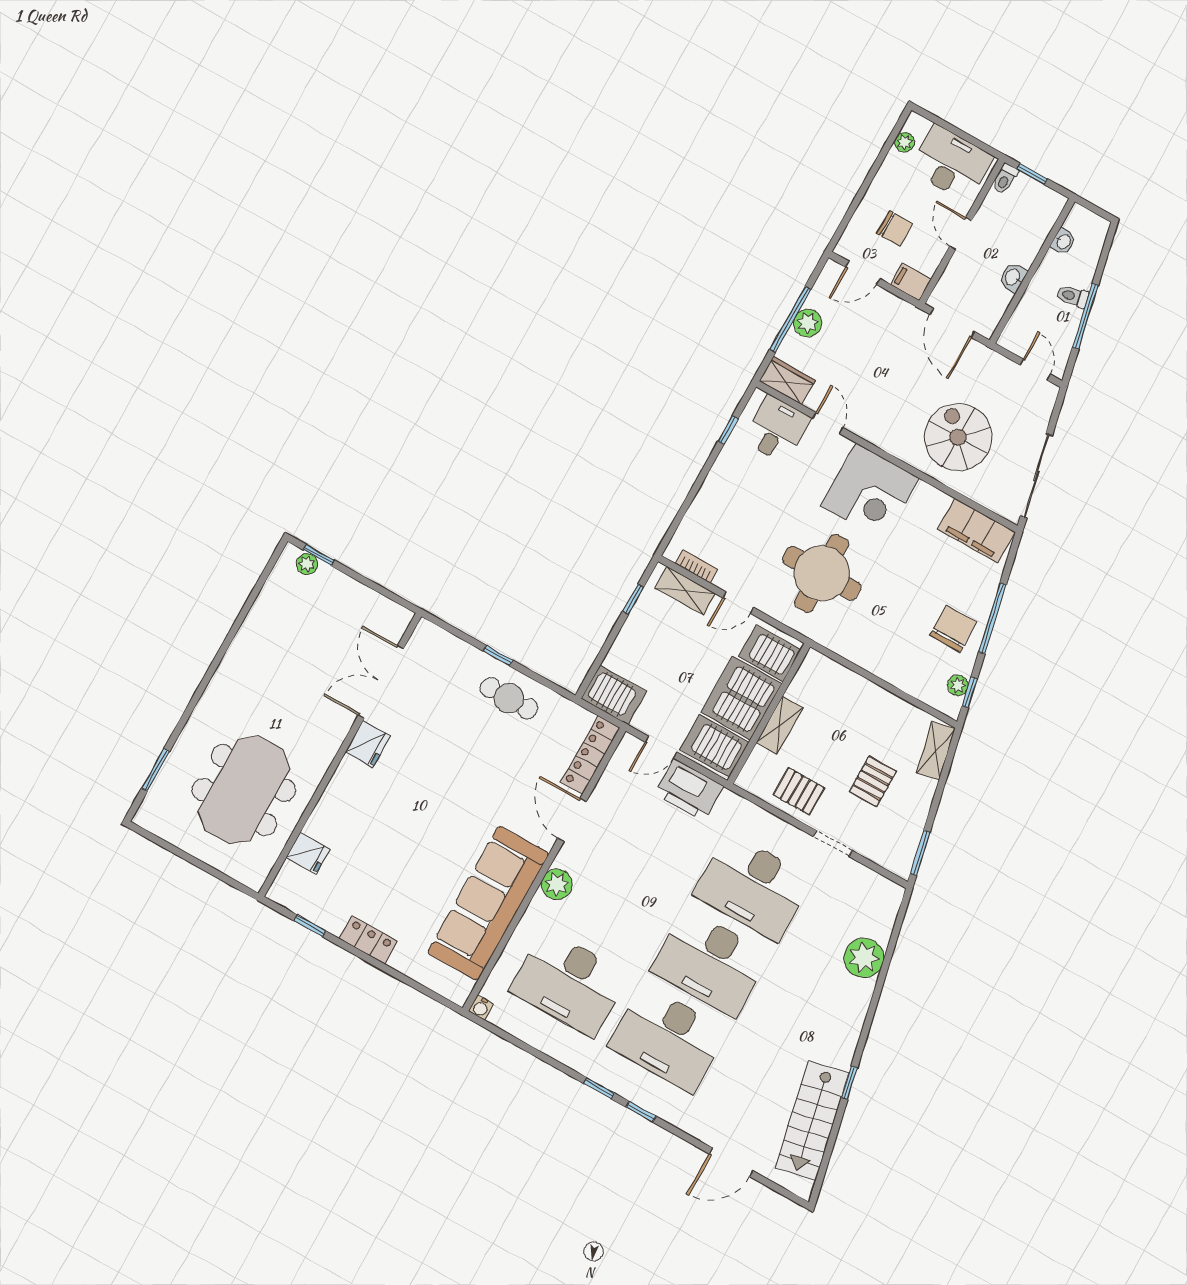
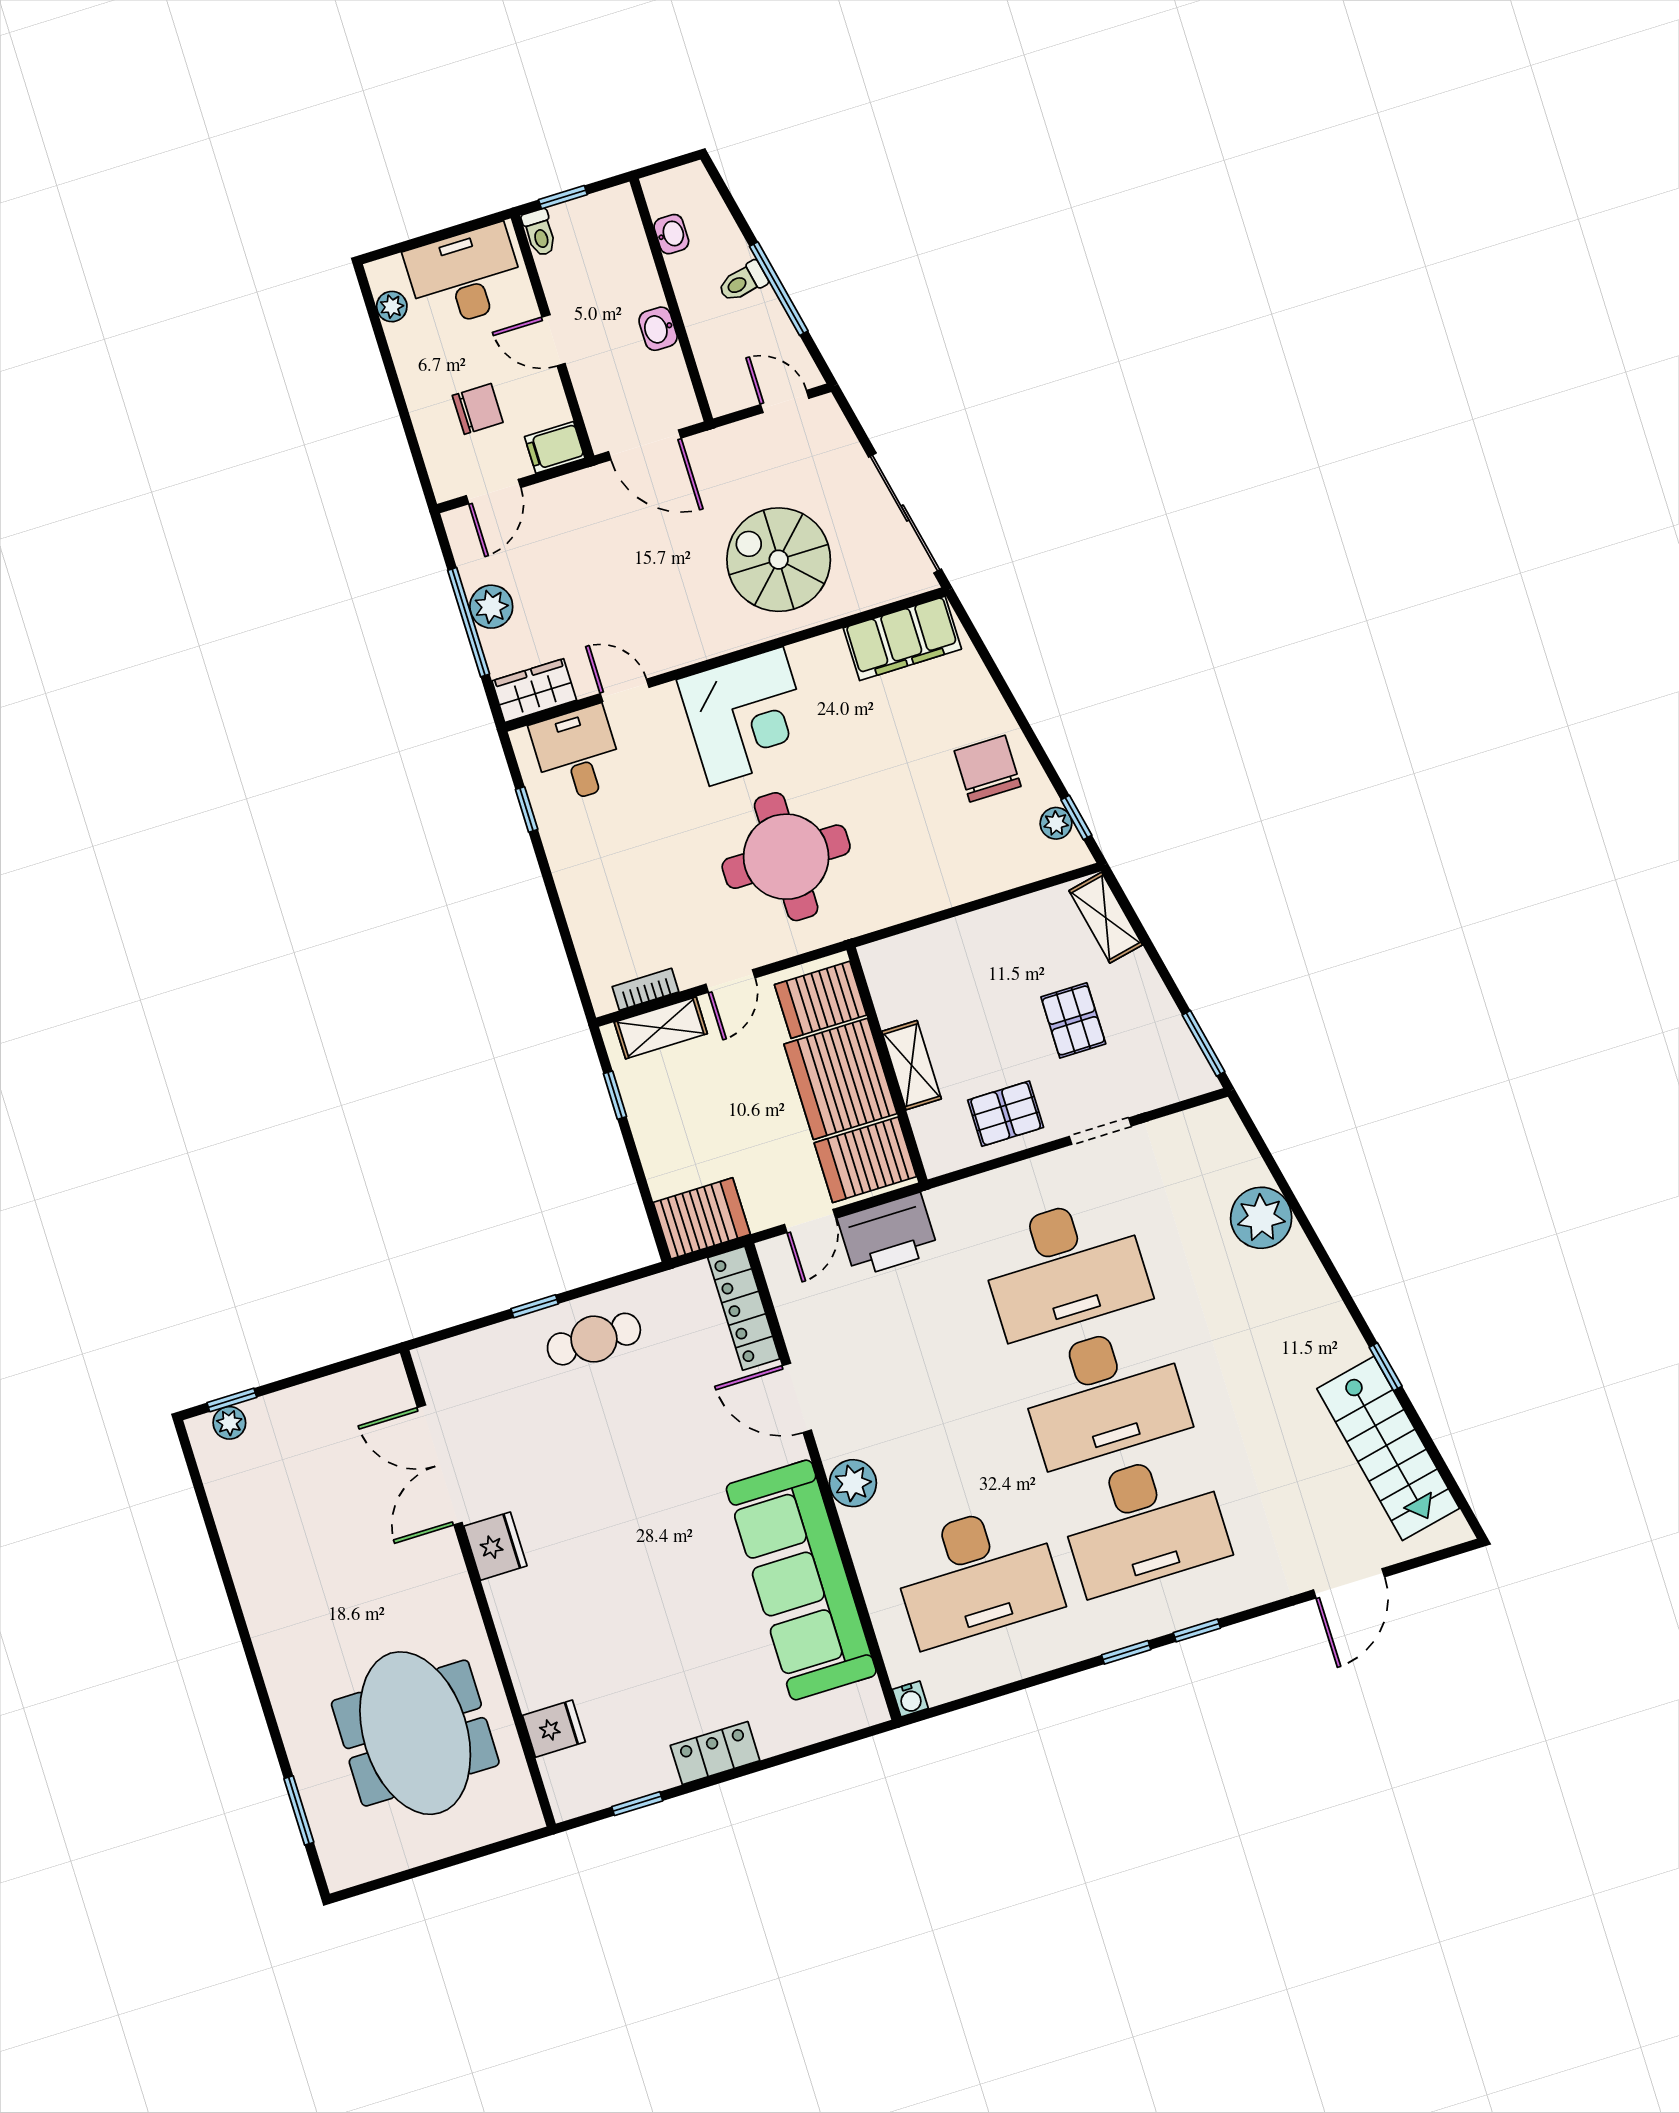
window: (992, 618) -> (1018, 713), removed

